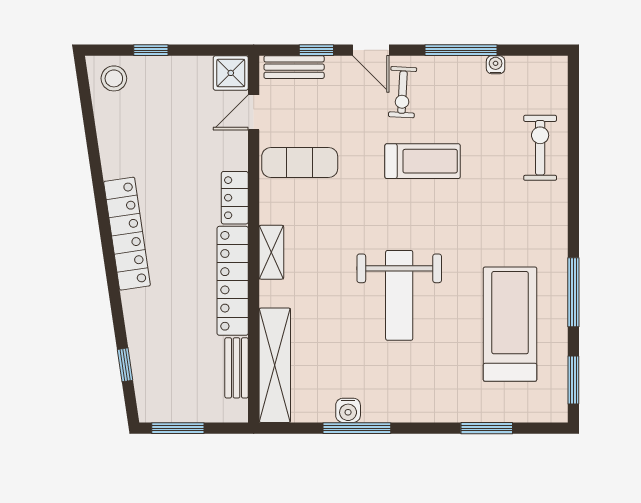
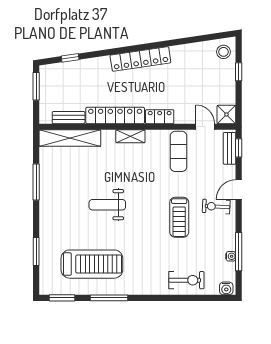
window: (316, 50) -> (239, 148), moved
window: (461, 50) -> (239, 252), moved
weight bench: (399, 295) -> (107, 205), width x0.73, depth x0.75
water cooler: (348, 410) -> (226, 288), moved, turned -90

